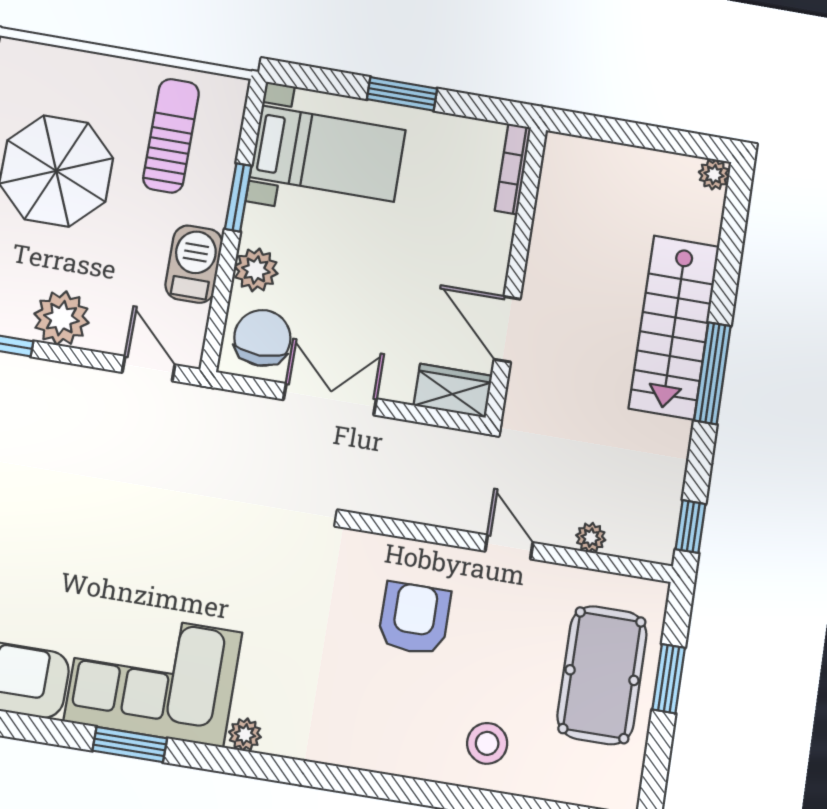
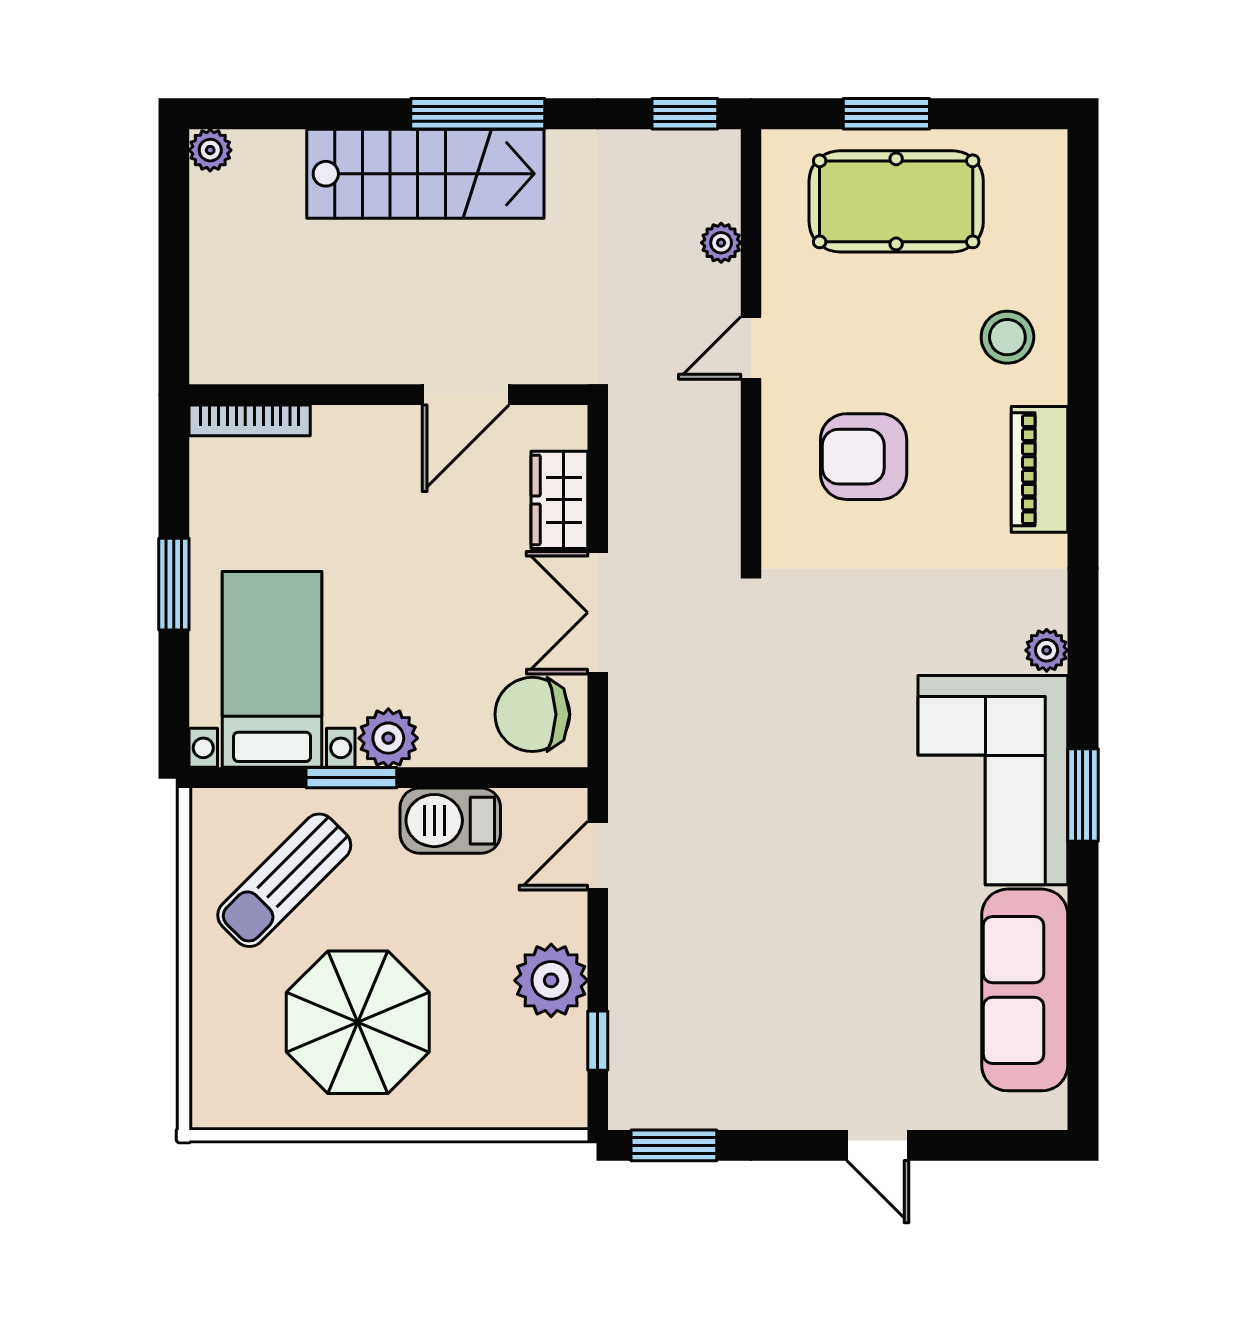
sun lounger: (171, 136) -> (284, 880), turned -45
plant: (256, 270) -> (388, 738), moved
wardrobe: (453, 391) -> (559, 500), moved
piano: (383, 752) -> (1039, 469), added

